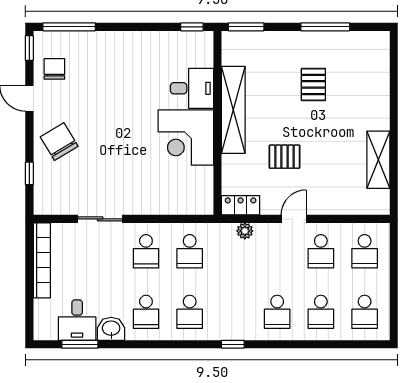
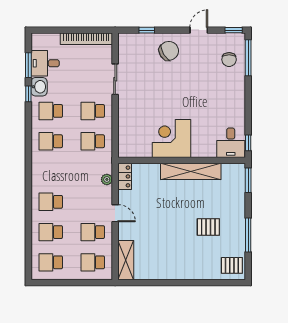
chair: (54, 69) -> (229, 60), moved, turned 90
desk: (192, 88) -> (231, 143), moved
pallet: (285, 157) -> (232, 265), moved, turned 90
shelving: (378, 160) -> (126, 260), moved, turned 90
window: (233, 344) -> (28, 94), moved

